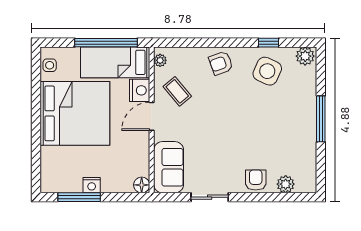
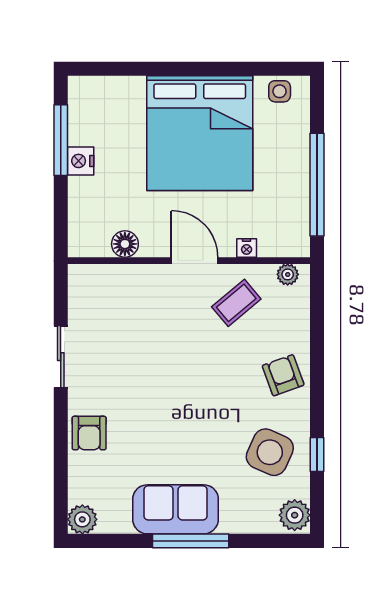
bed: (115, 62) -> (284, 200), removed
nightstand: (140, 90) -> (247, 248), width x0.53, depth x0.56
sofa: (169, 167) -> (176, 509), moved, turned 180
armchair: (256, 180) -> (89, 433), turned 90
plant: (286, 184) -> (82, 519), moved
floor lamp: (142, 185) -> (125, 244), moved

